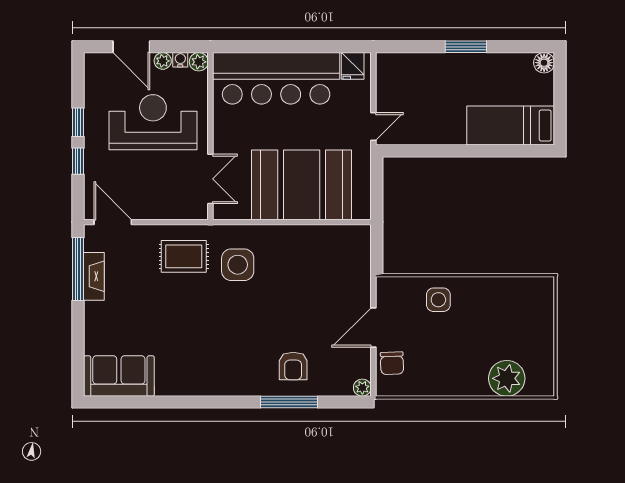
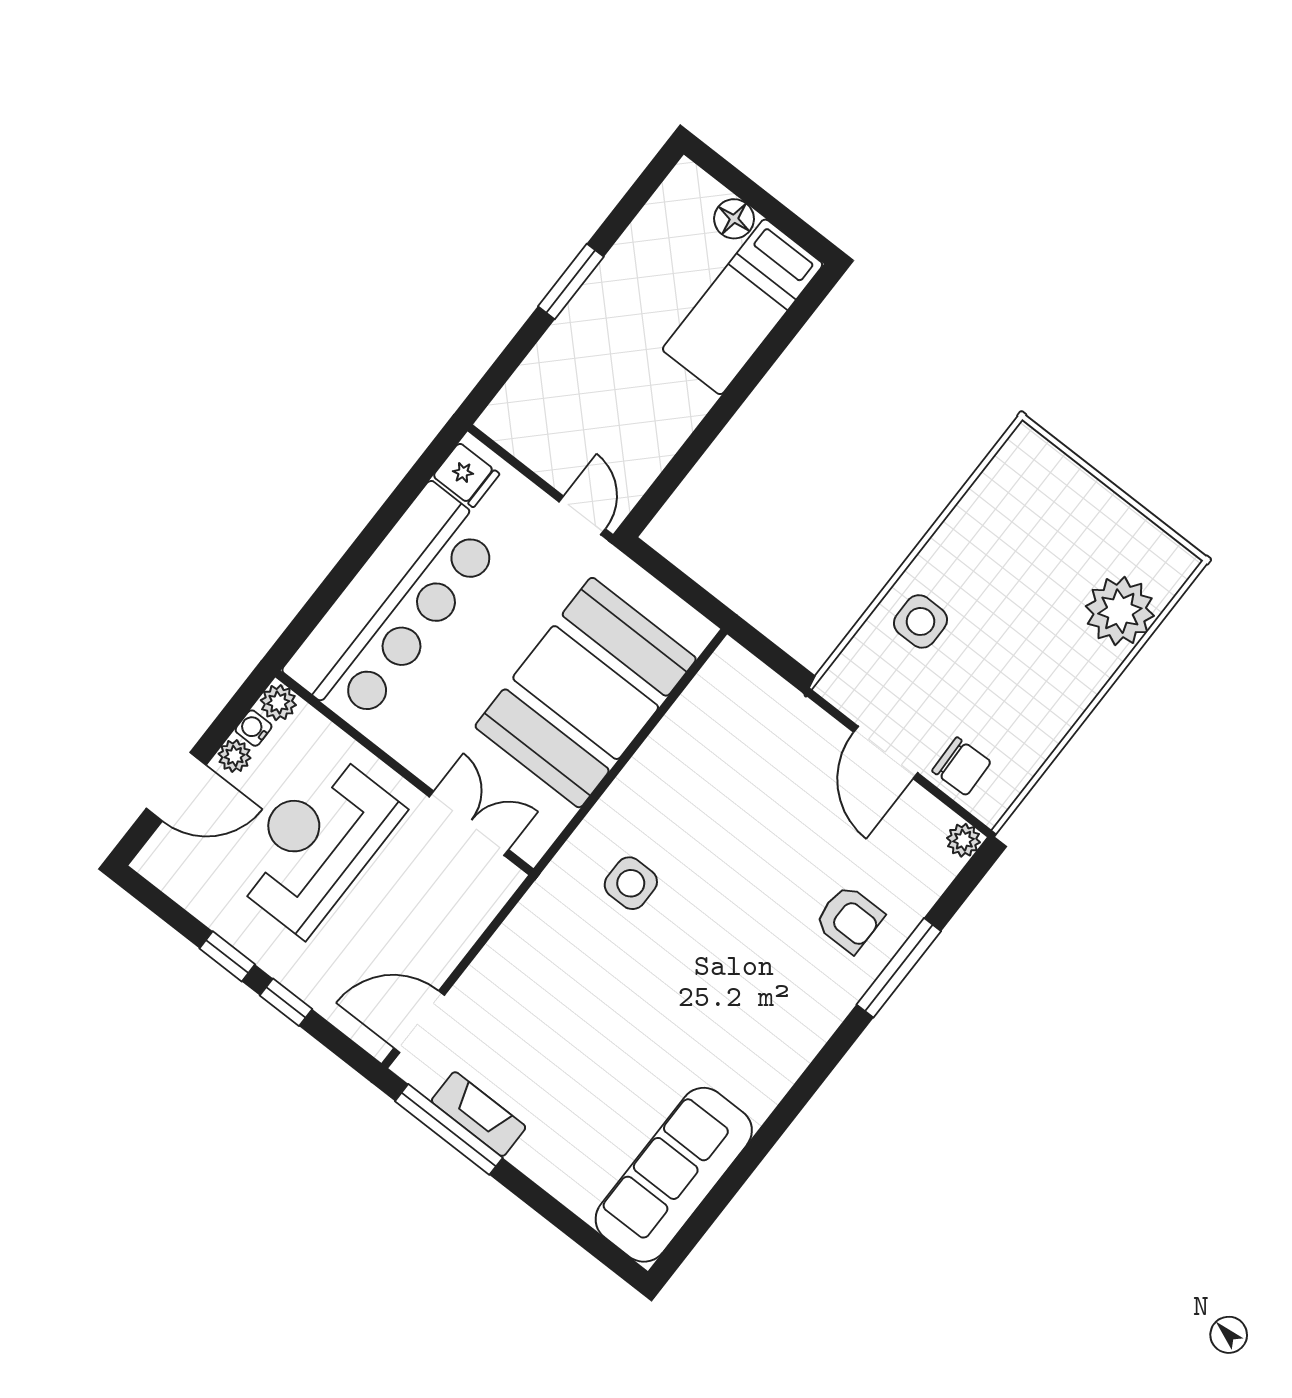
floor lamp: (544, 63) -> (734, 219), moved
rug: (184, 256) -> (555, 955), removed
side table: (238, 265) -> (631, 883), width x0.73, depth x0.73
sofa: (119, 376) -> (674, 1175), width x1.36

